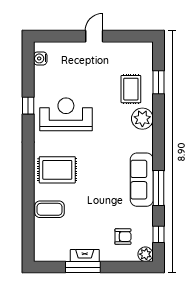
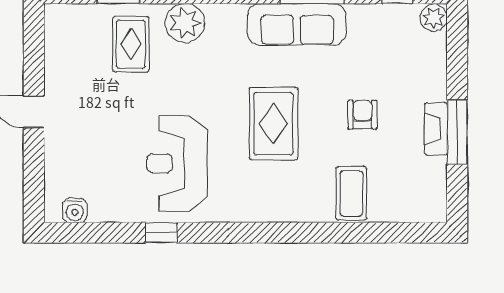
rug: (131, 89) -> (131, 44), turned 90
rug: (57, 170) -> (273, 124), moved
armchair: (123, 237) -> (363, 115), moved

